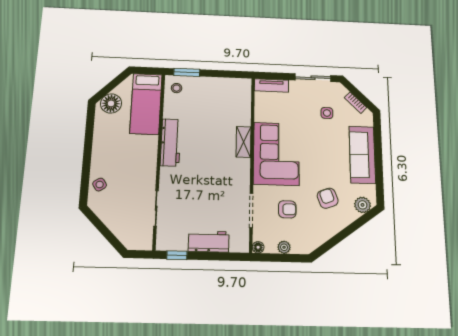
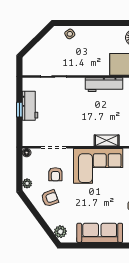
armchair: (328, 198) -> (50, 198), moved
workbench: (209, 241) -> (30, 106), moved
plant: (284, 247) -> (27, 183), moved
window: (177, 255) -> (19, 110), moved

